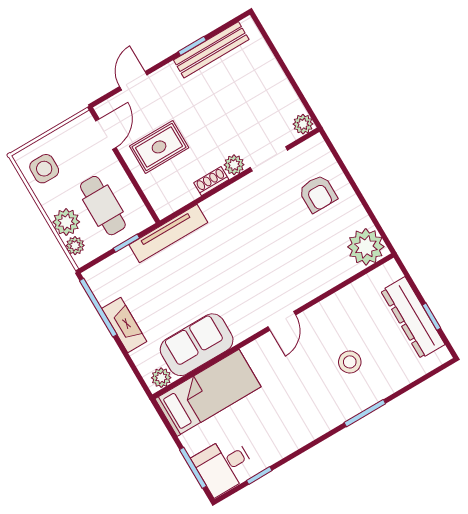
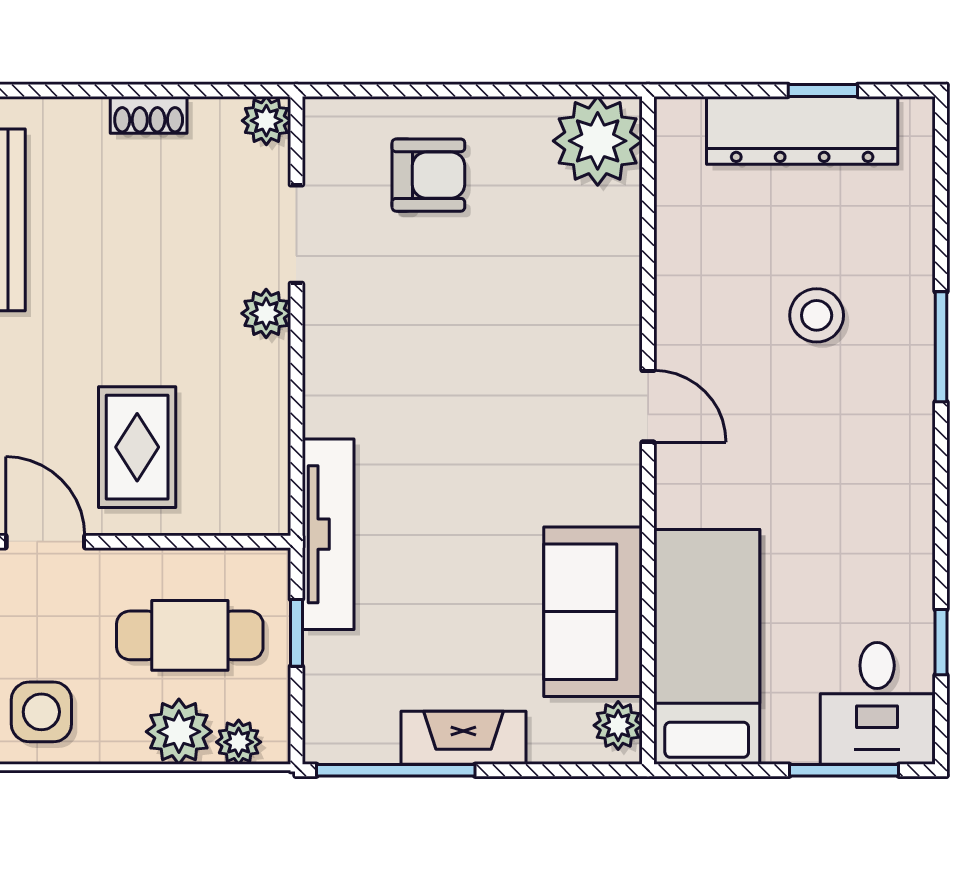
shoe rack: (211, 181) -> (149, 115), moved, turned -90

